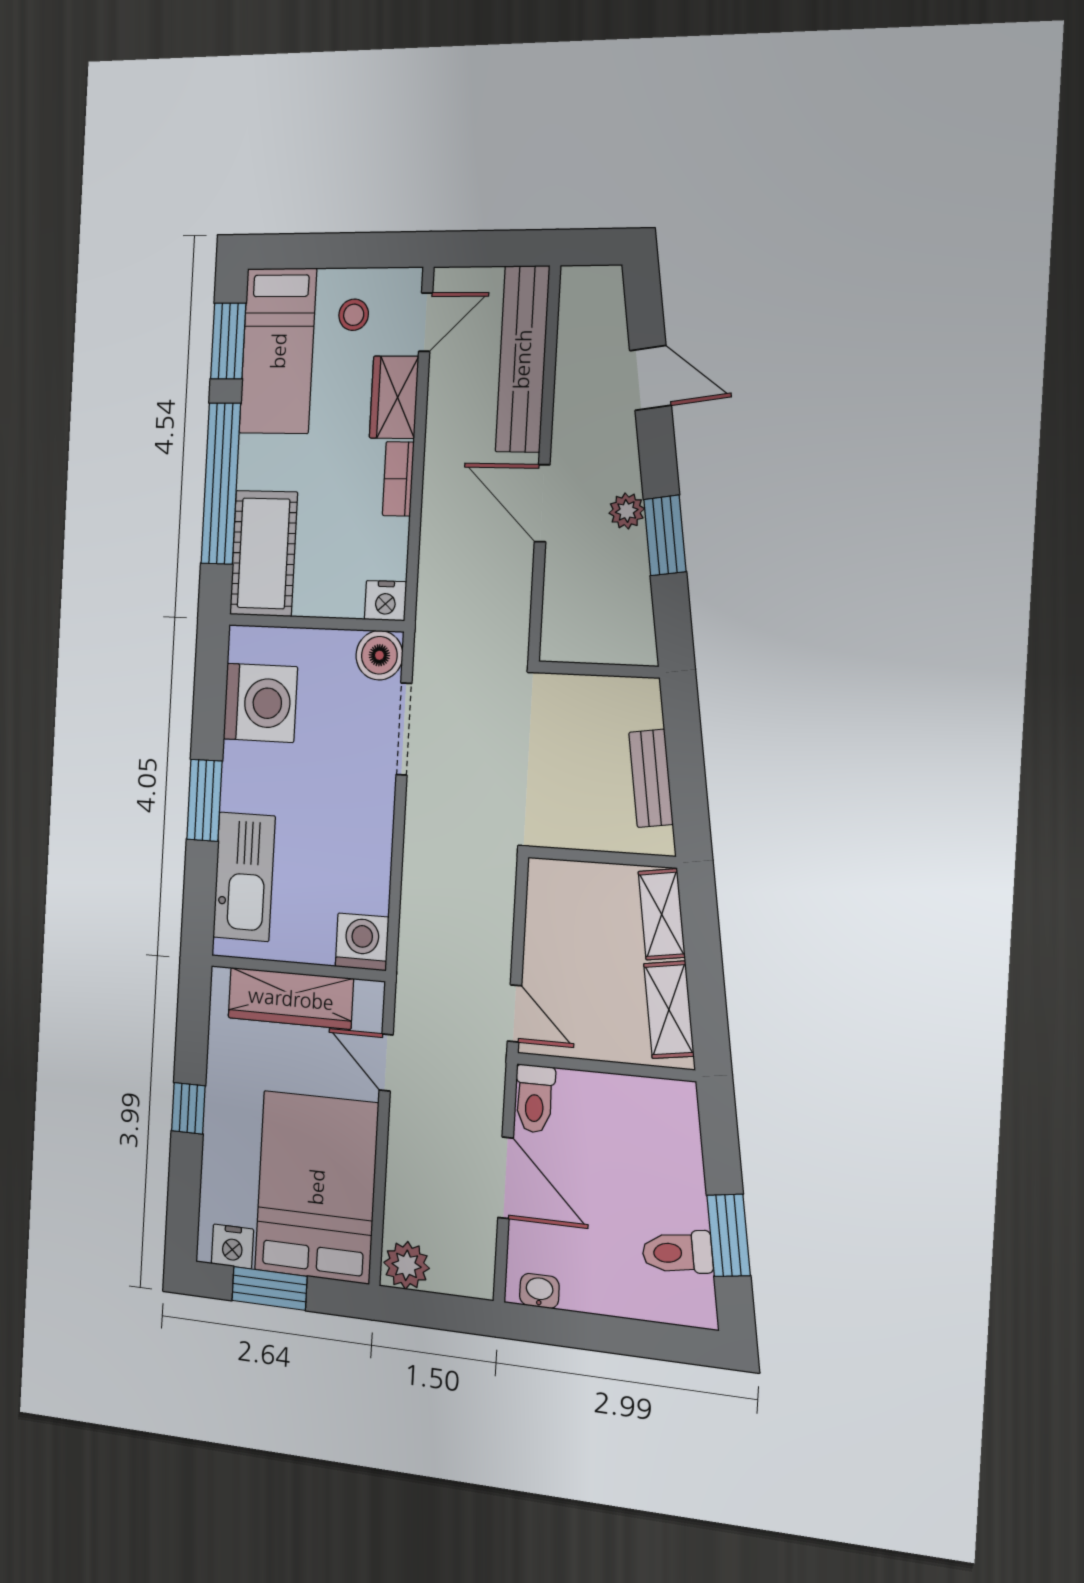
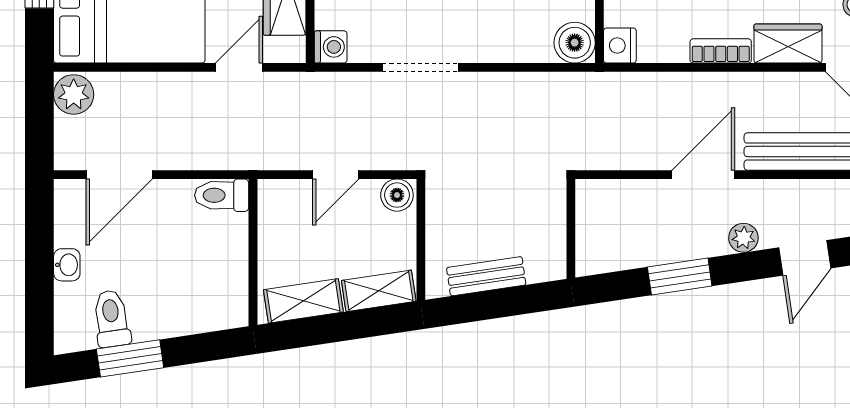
plant: (627, 511) -> (743, 238), moved
doorway: (404, 729) -> (420, 67), moved
boiler: (546, 883) -> (397, 195), added
washing machine: (362, 942) -> (331, 47), width x0.73, depth x0.73
door: (514, 1013) -> (336, 175), moved
door: (506, 1178) -> (119, 175), moved
washbasin: (539, 1291) -> (67, 265), moved

